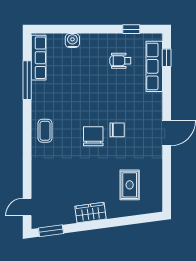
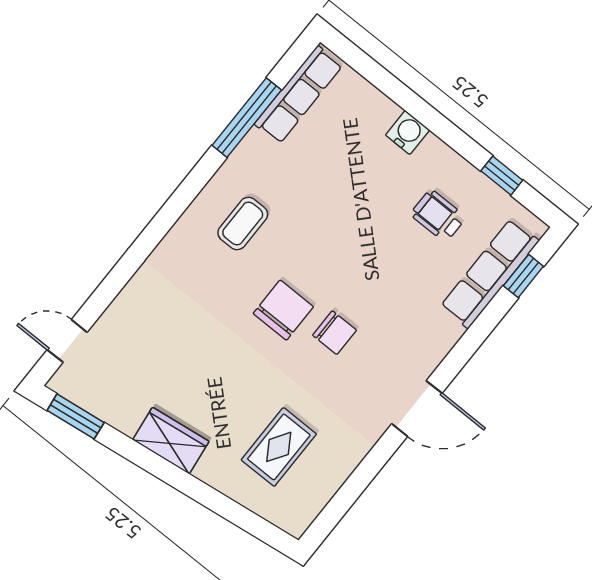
water cooler: (72, 40) -> (408, 132), moved
coffee table: (45, 131) -> (243, 223), moved

